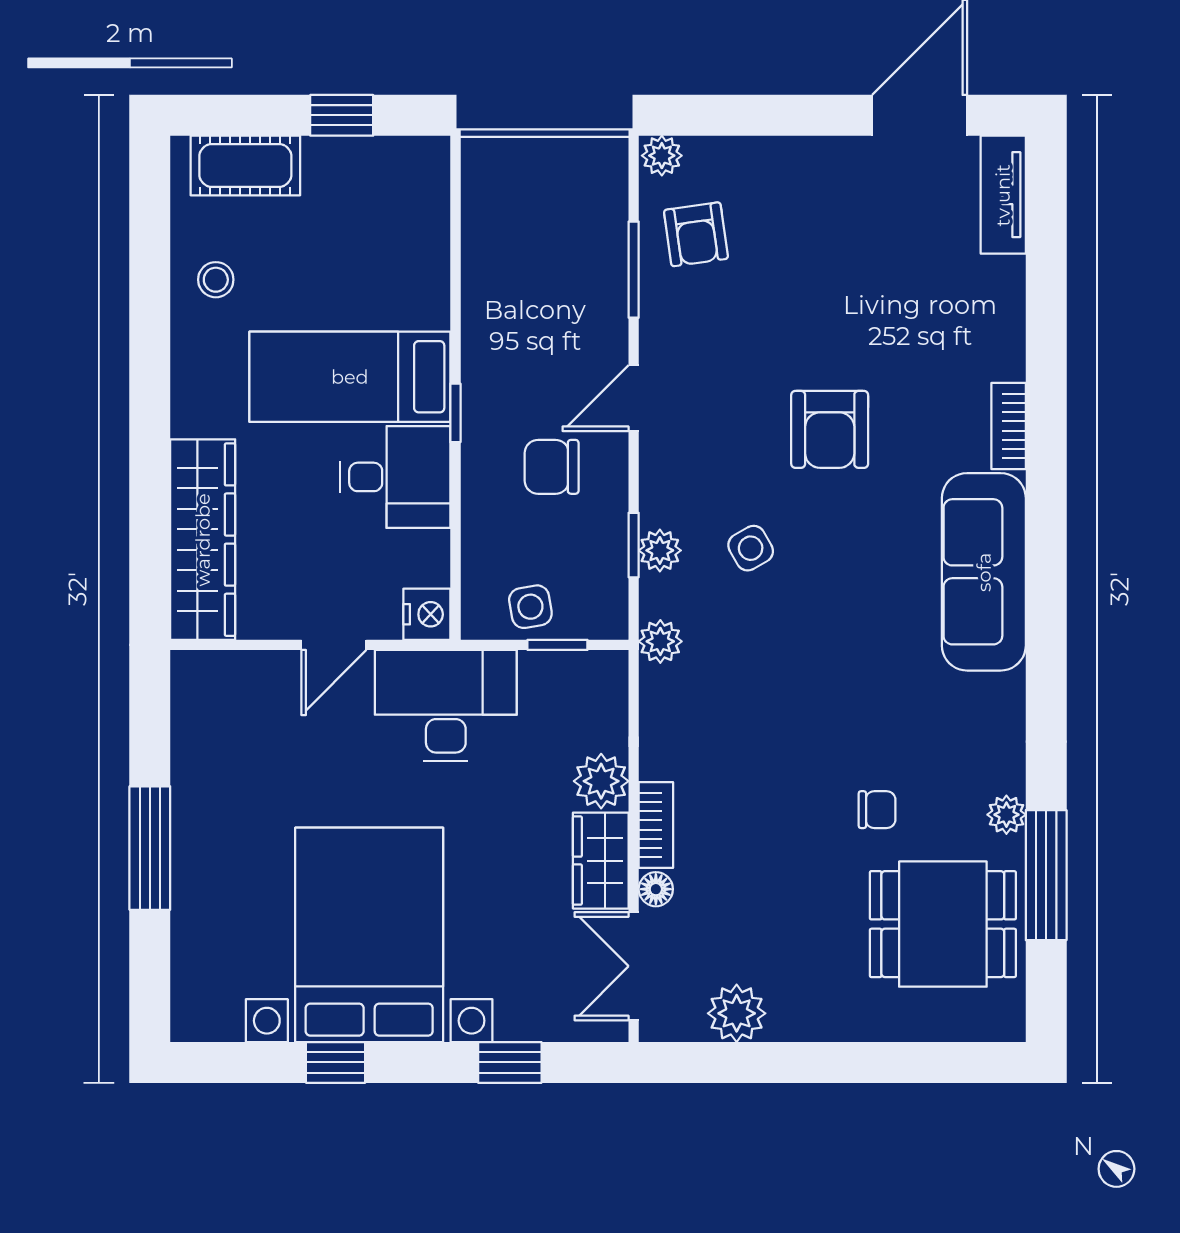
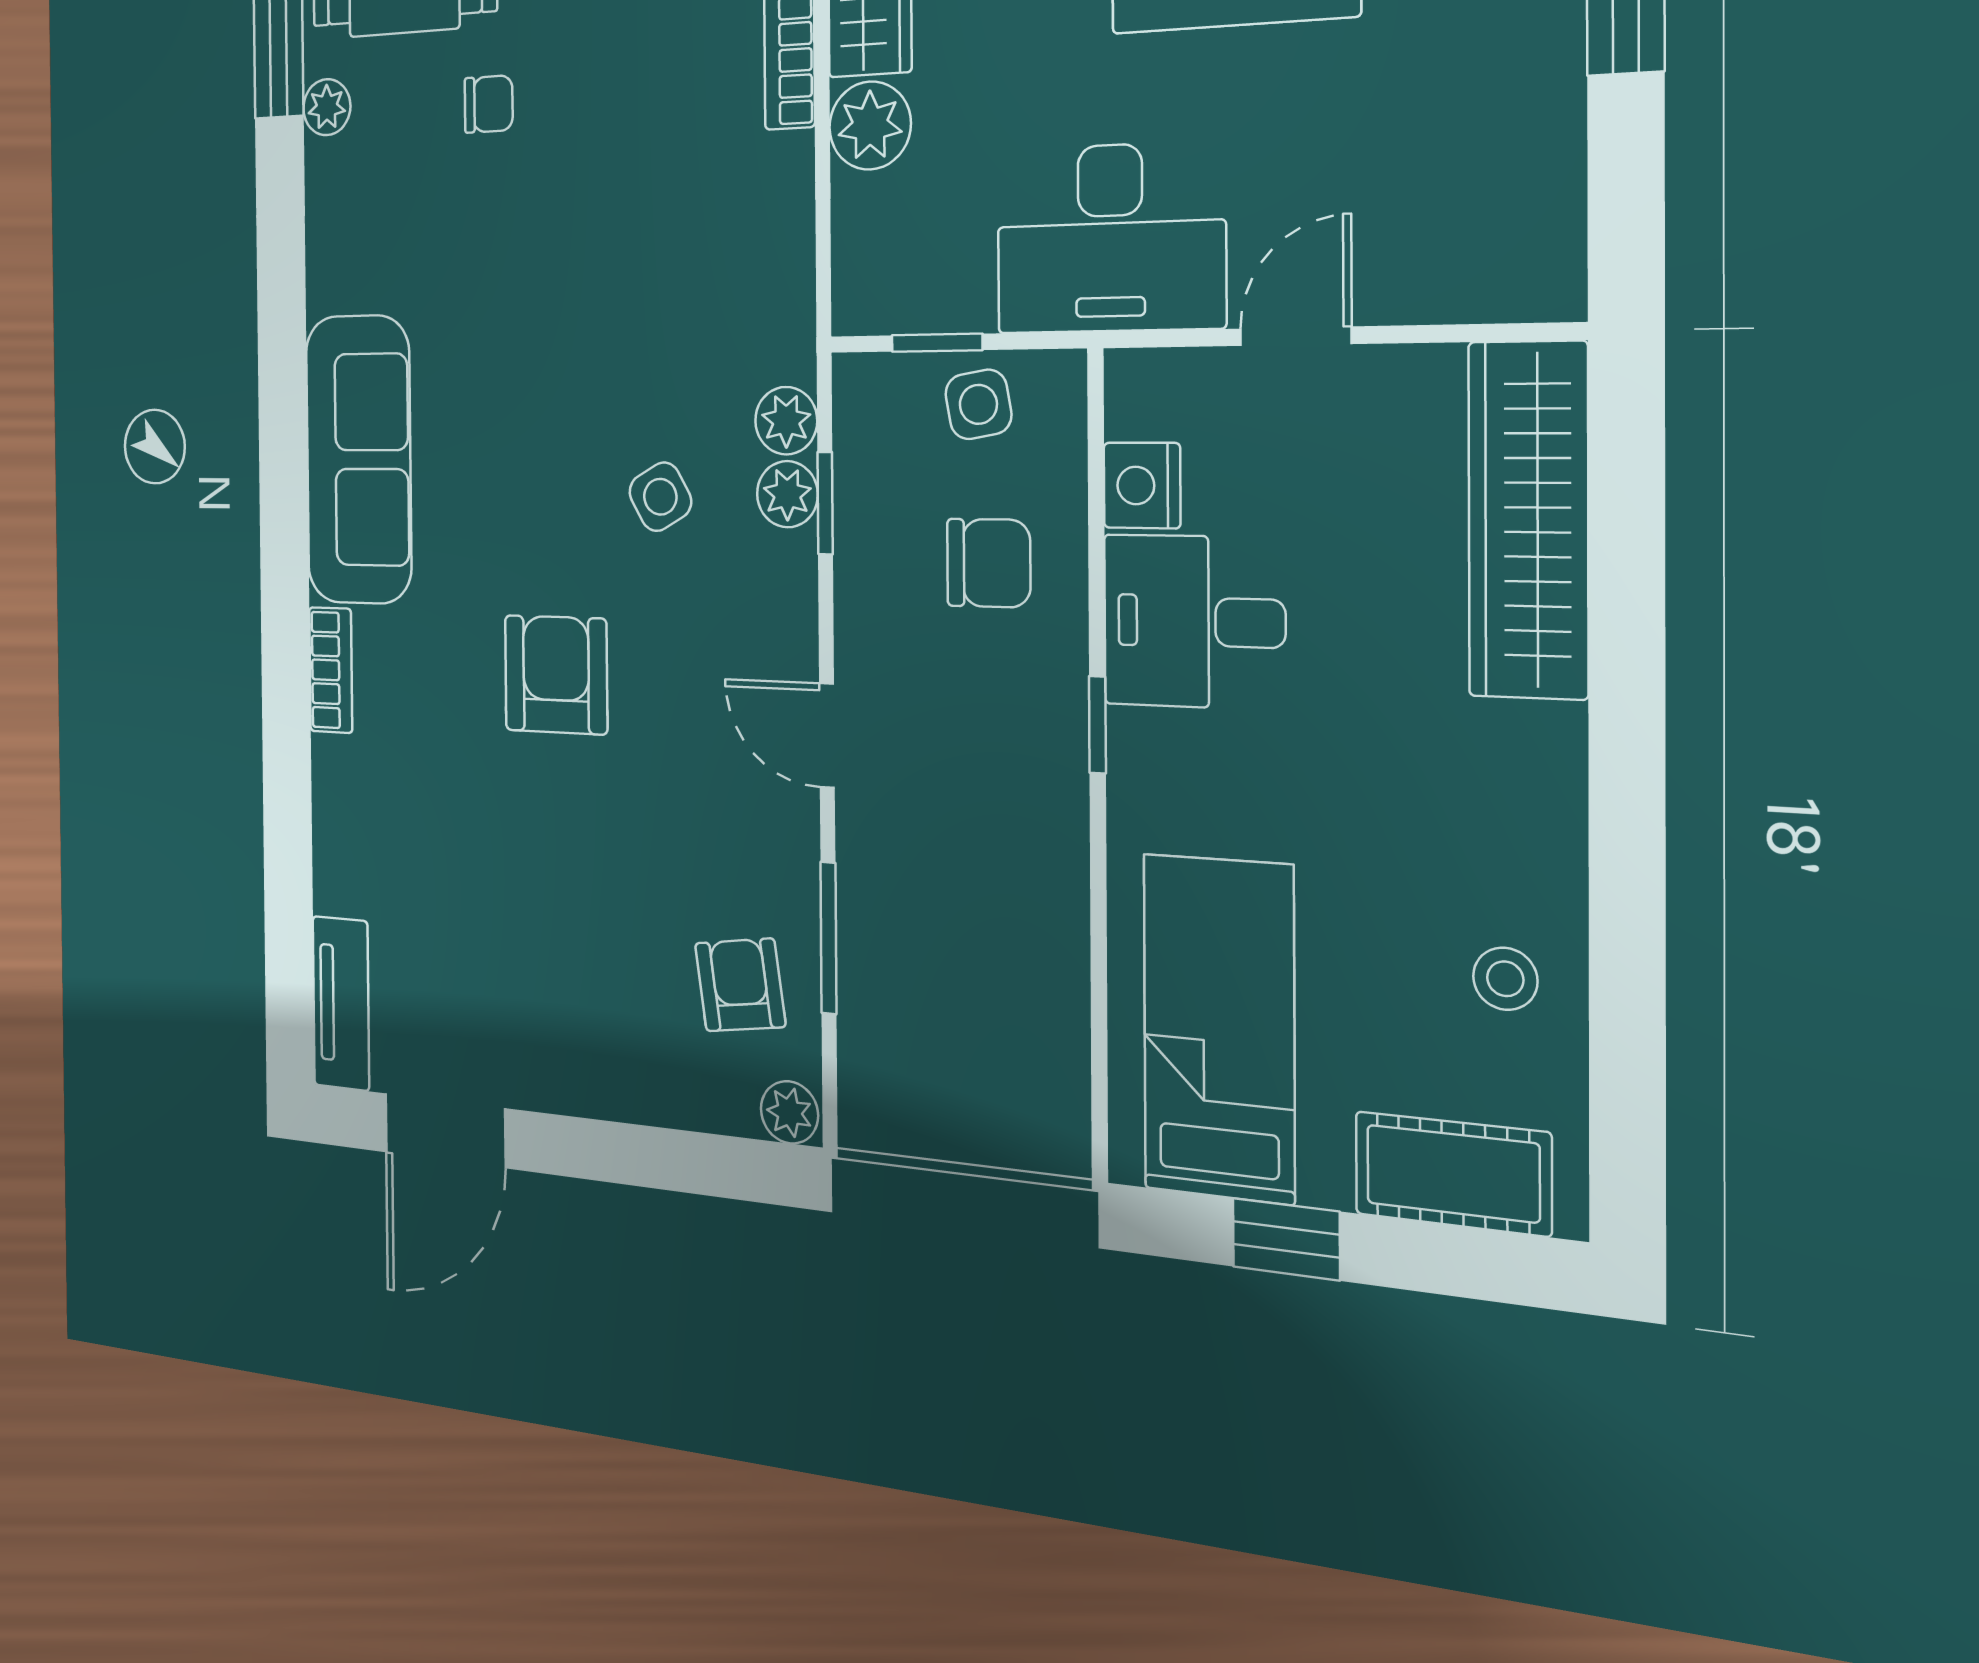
bed: (350, 377) -> (1219, 1028), moved, turned -90
door: (634, 398) -> (827, 736), swing flipped
chair: (552, 467) -> (989, 563), moved
nightstand: (427, 614) -> (1142, 485), moved
plant: (660, 641) -> (786, 421), moved
chair: (877, 810) -> (489, 104), turned 180

